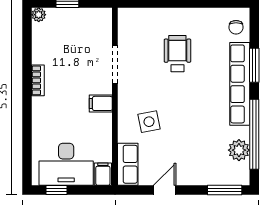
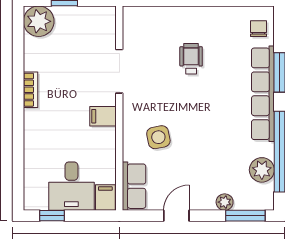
plant: (39, 15) -> (39, 21), width x1.88, depth x1.88
chair: (236, 27) -> (258, 29), turned 180
wheelchair: (177, 54) -> (191, 59), width x0.73, depth x0.73
desk: (66, 164) -> (71, 186), width x0.73
plant: (207, 178) -> (225, 202), added

